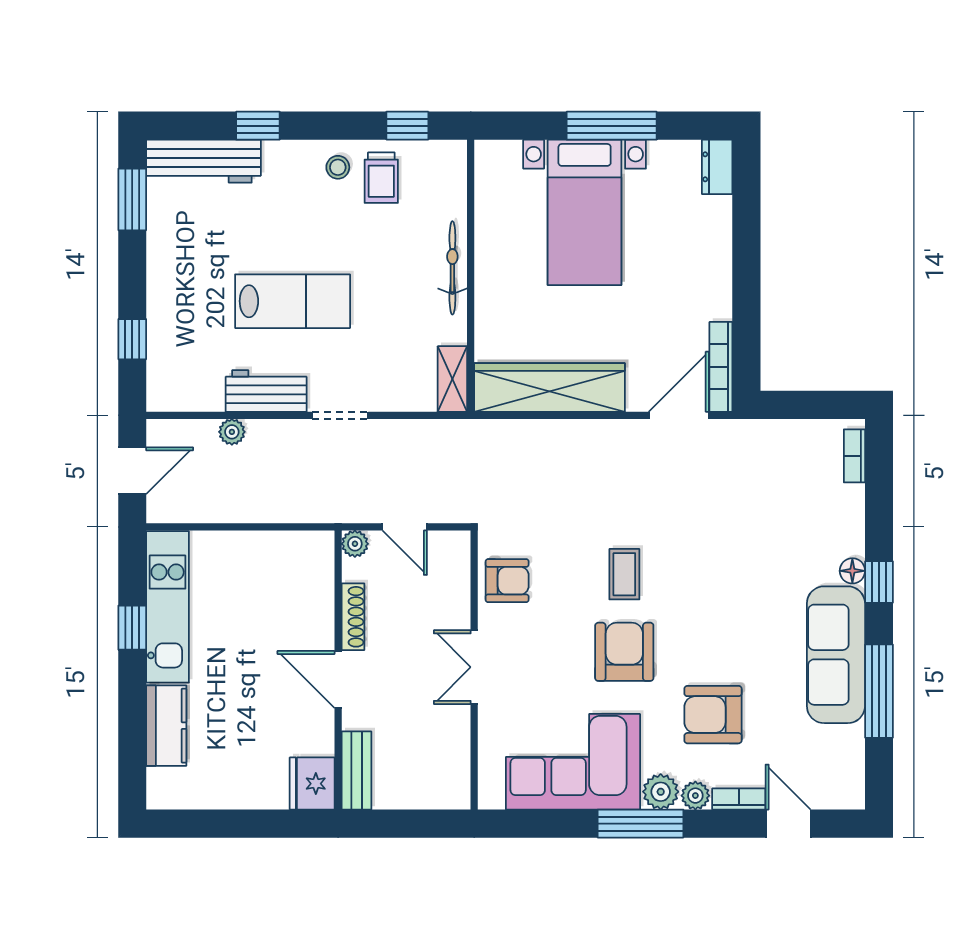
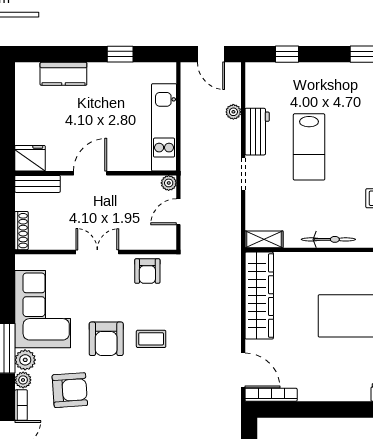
kitchen unit: (168, 607) -> (164, 127), moved, turned 90
shoe rack: (353, 617) -> (21, 231), moved, turned -90
armchair: (624, 652) -> (106, 339), turned 90
armchair: (713, 715) -> (70, 390), turned 86

